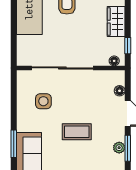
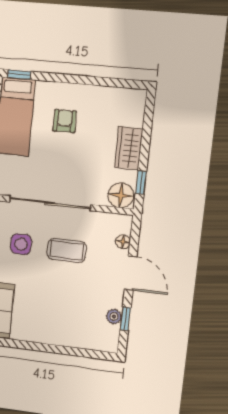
floor lamp: (114, 61) -> (121, 195), width x1.89, depth x1.89
coffee table: (77, 132) -> (67, 250), moved
window: (128, 148) -> (125, 319), width x0.67

